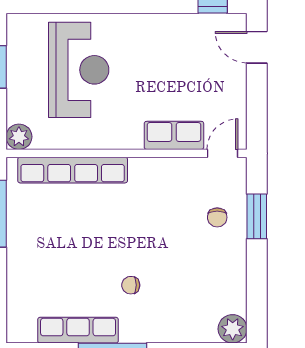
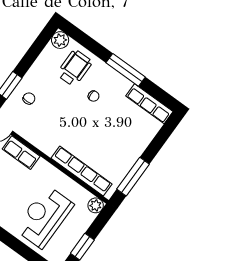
wheelchair: (185, 305) -> (74, 68), added
row of seats: (78, 330) -> (149, 104), moved

